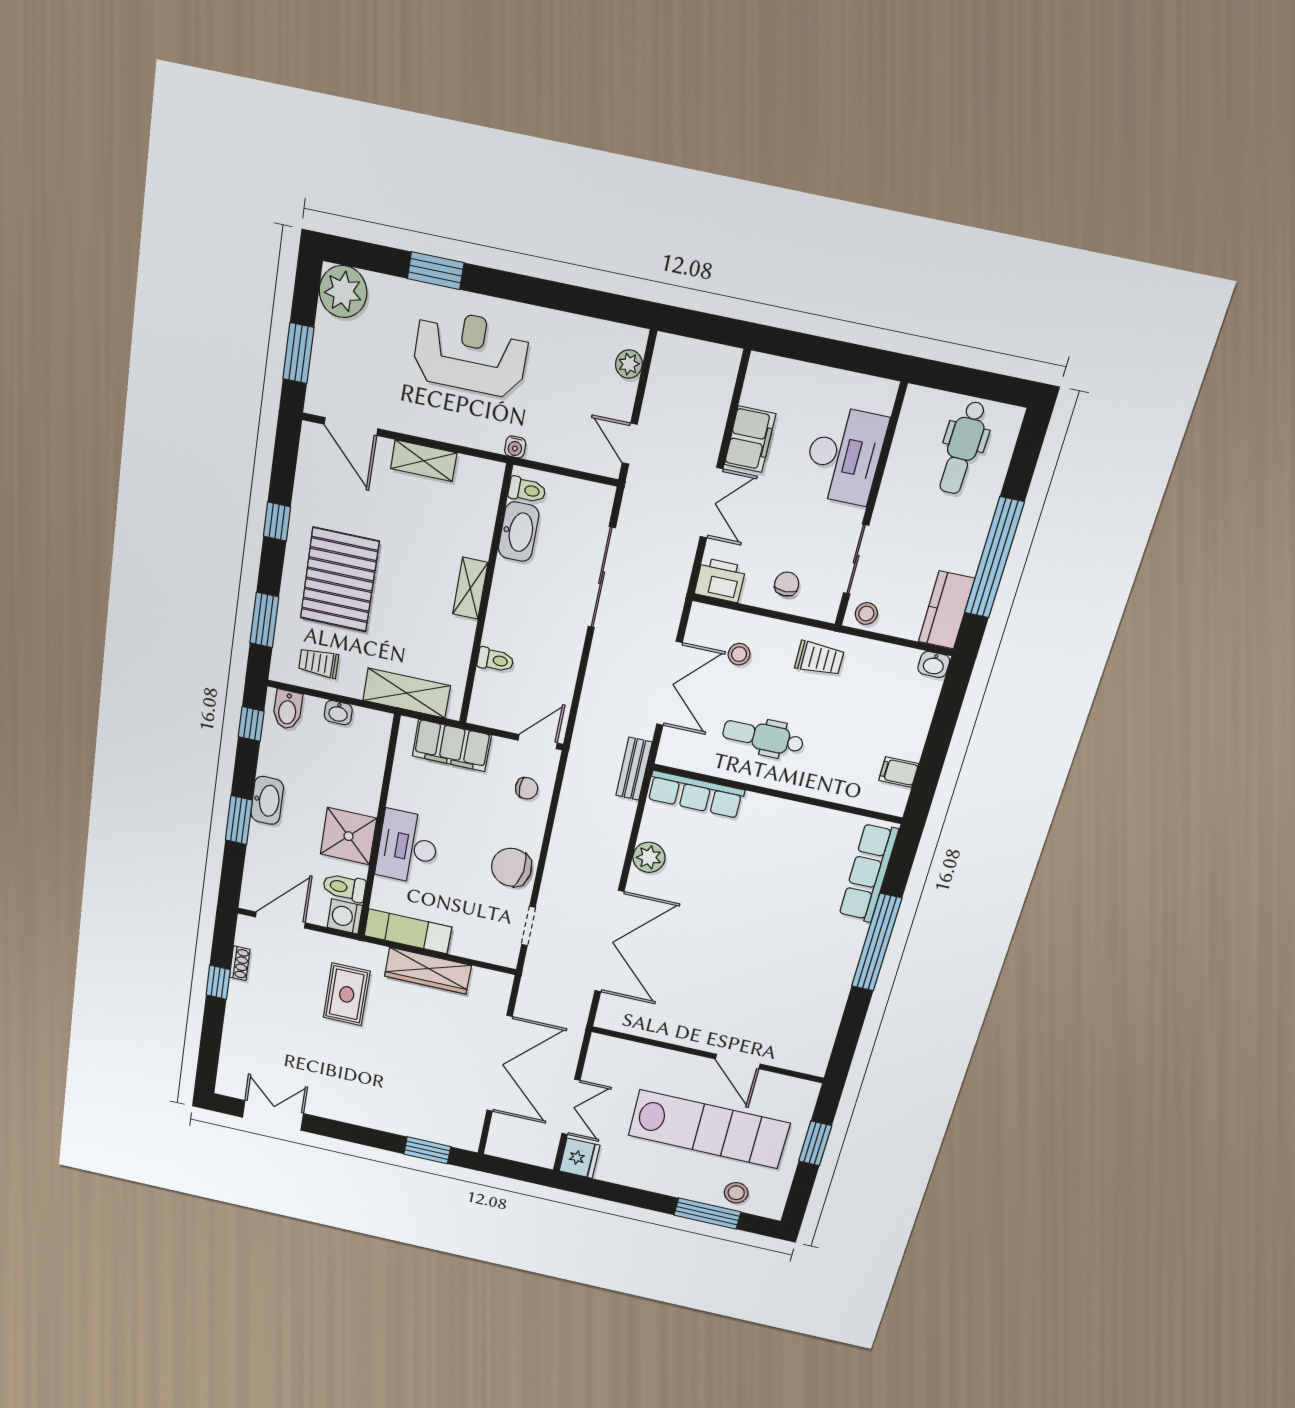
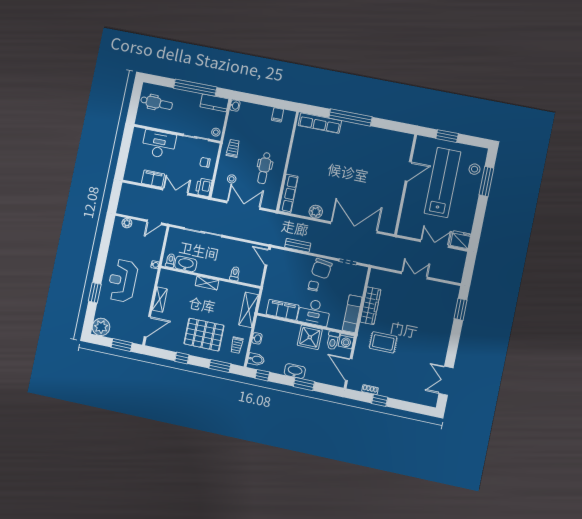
filing cabinet: (452, 745) -> (283, 310), moved, turned -90
bench: (634, 769) -> (298, 245), moved
chair: (527, 788) -> (313, 286), moved
double door: (500, 1064) -> (414, 275), width x0.54

